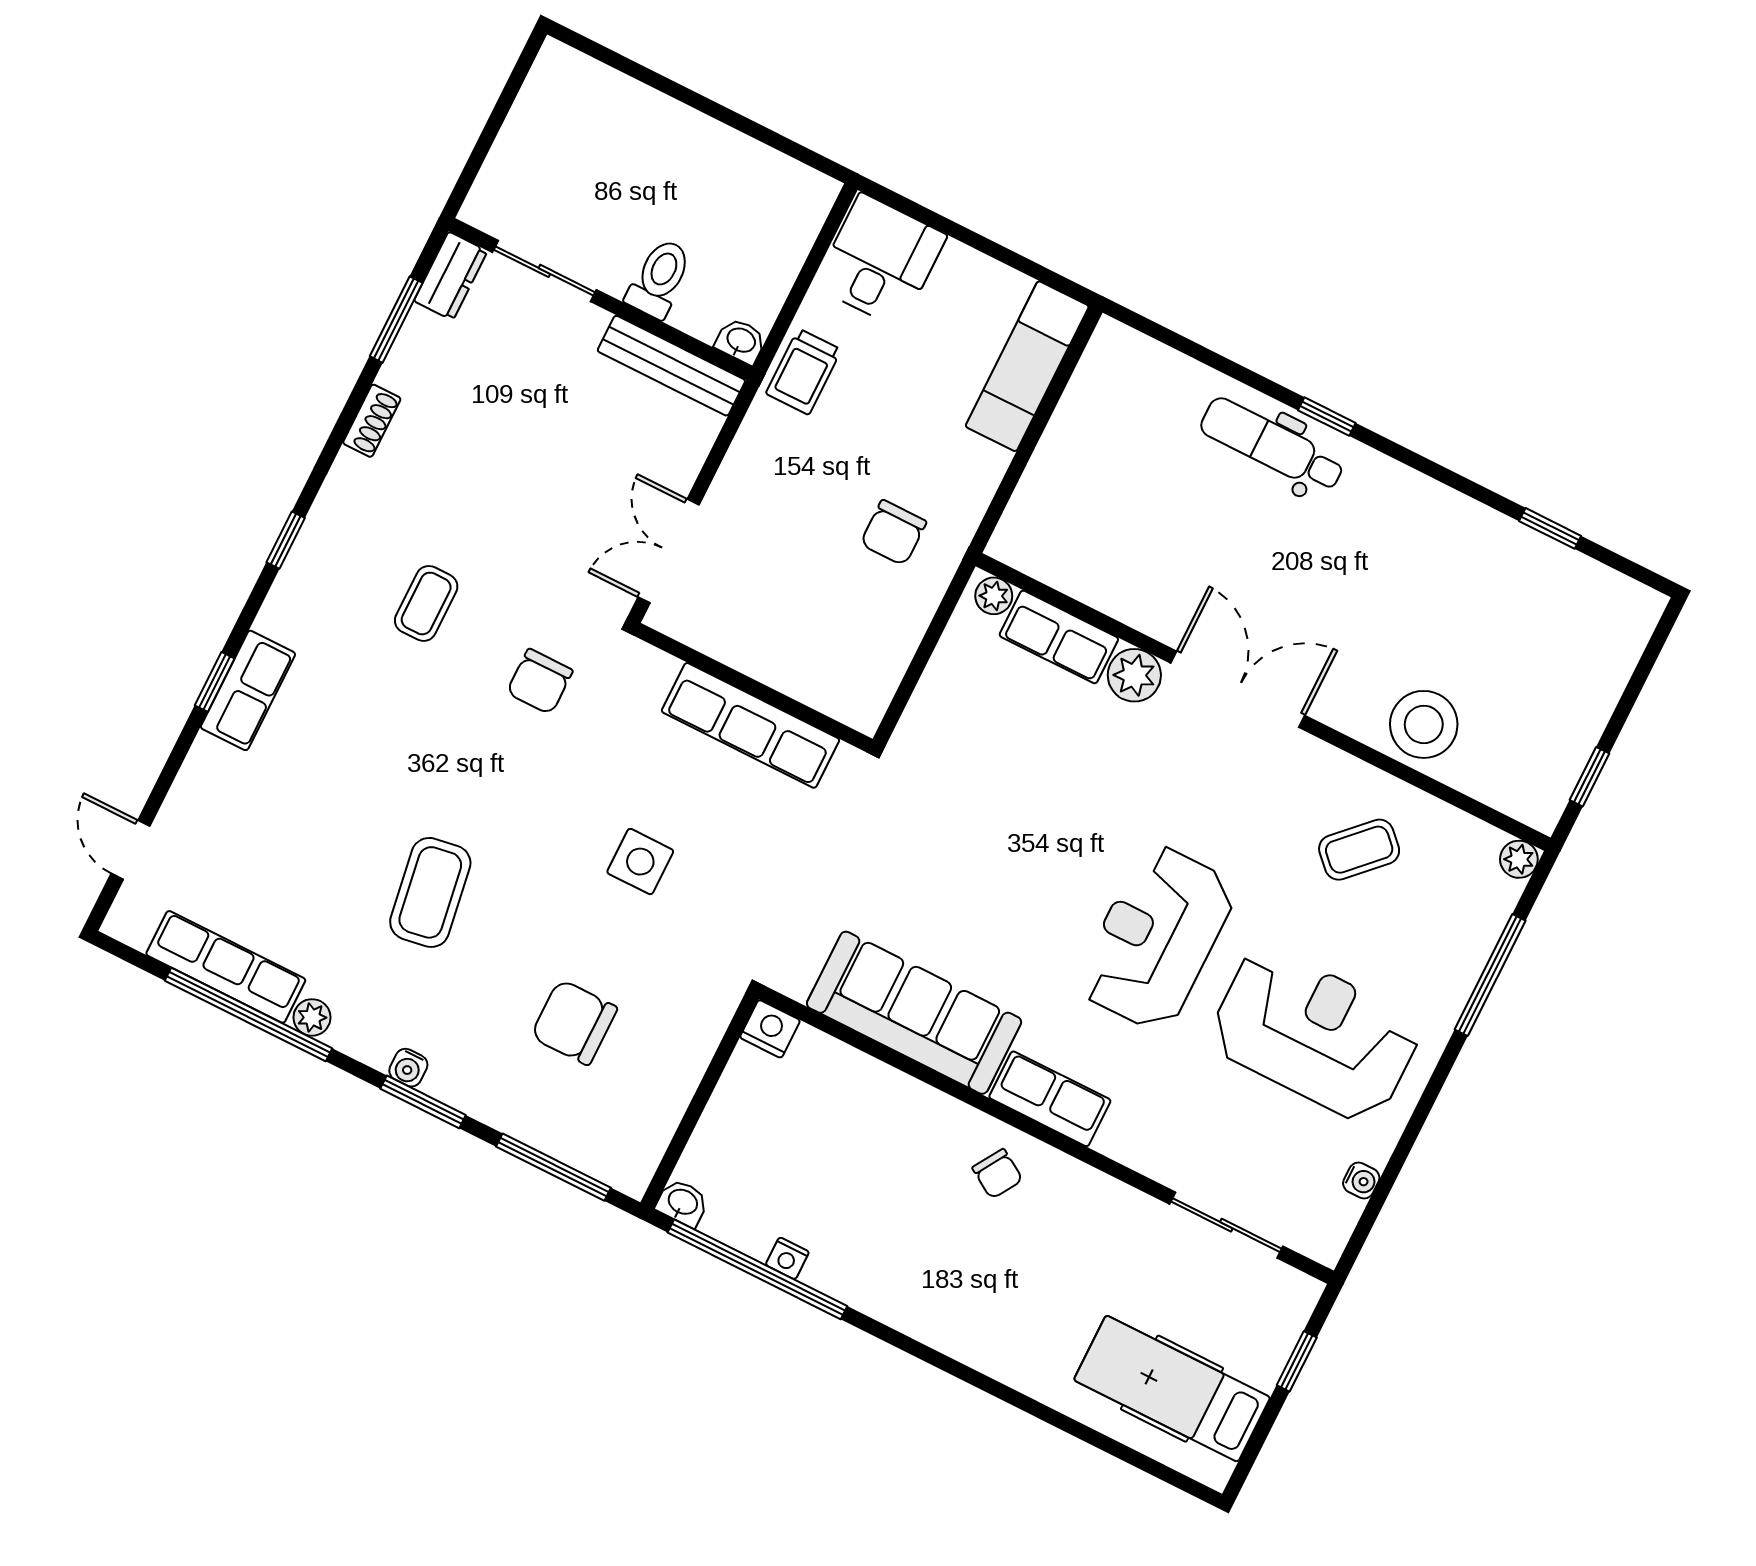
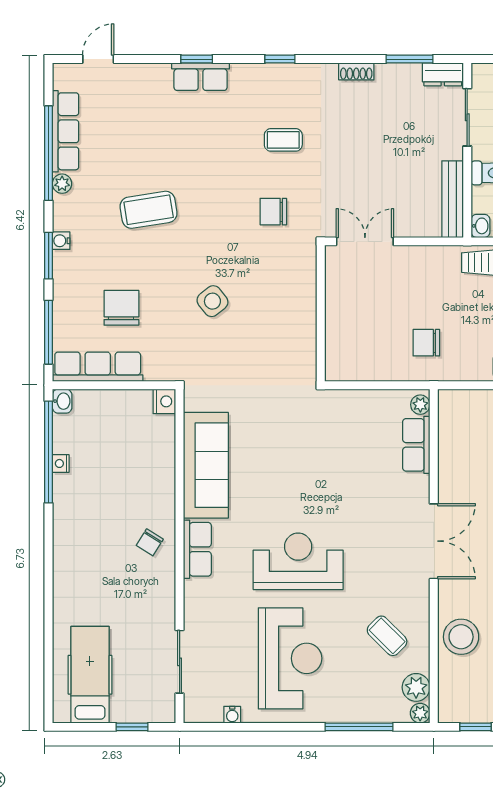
plant: (1134, 675) -> (416, 687), moved
row of seats: (750, 725) -> (98, 367), moved, turned 90
side table: (640, 862) -> (212, 301), turned -38

